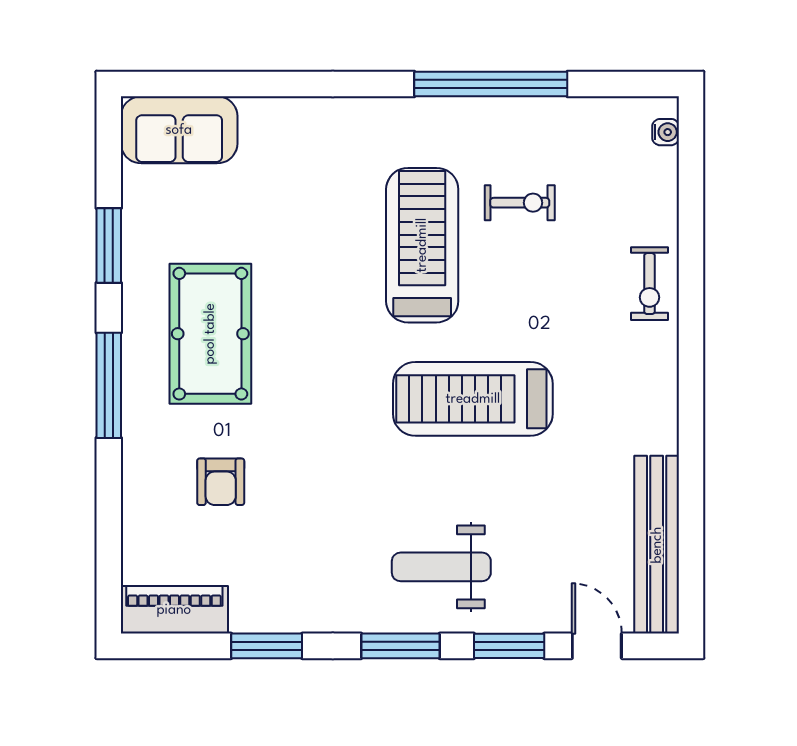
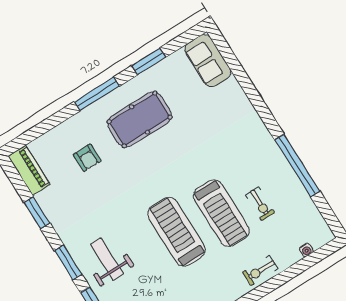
water cooler: (666, 132) -> (306, 250), moved
treadmill: (422, 245) -> (221, 213), moved, turned 90
armchair: (221, 482) -> (87, 158), turned -90

